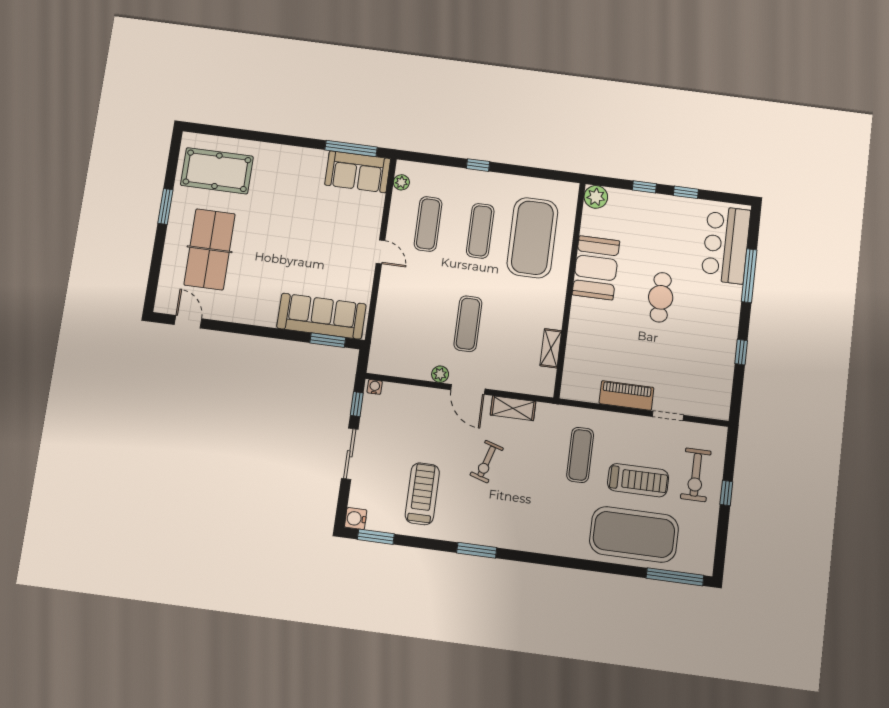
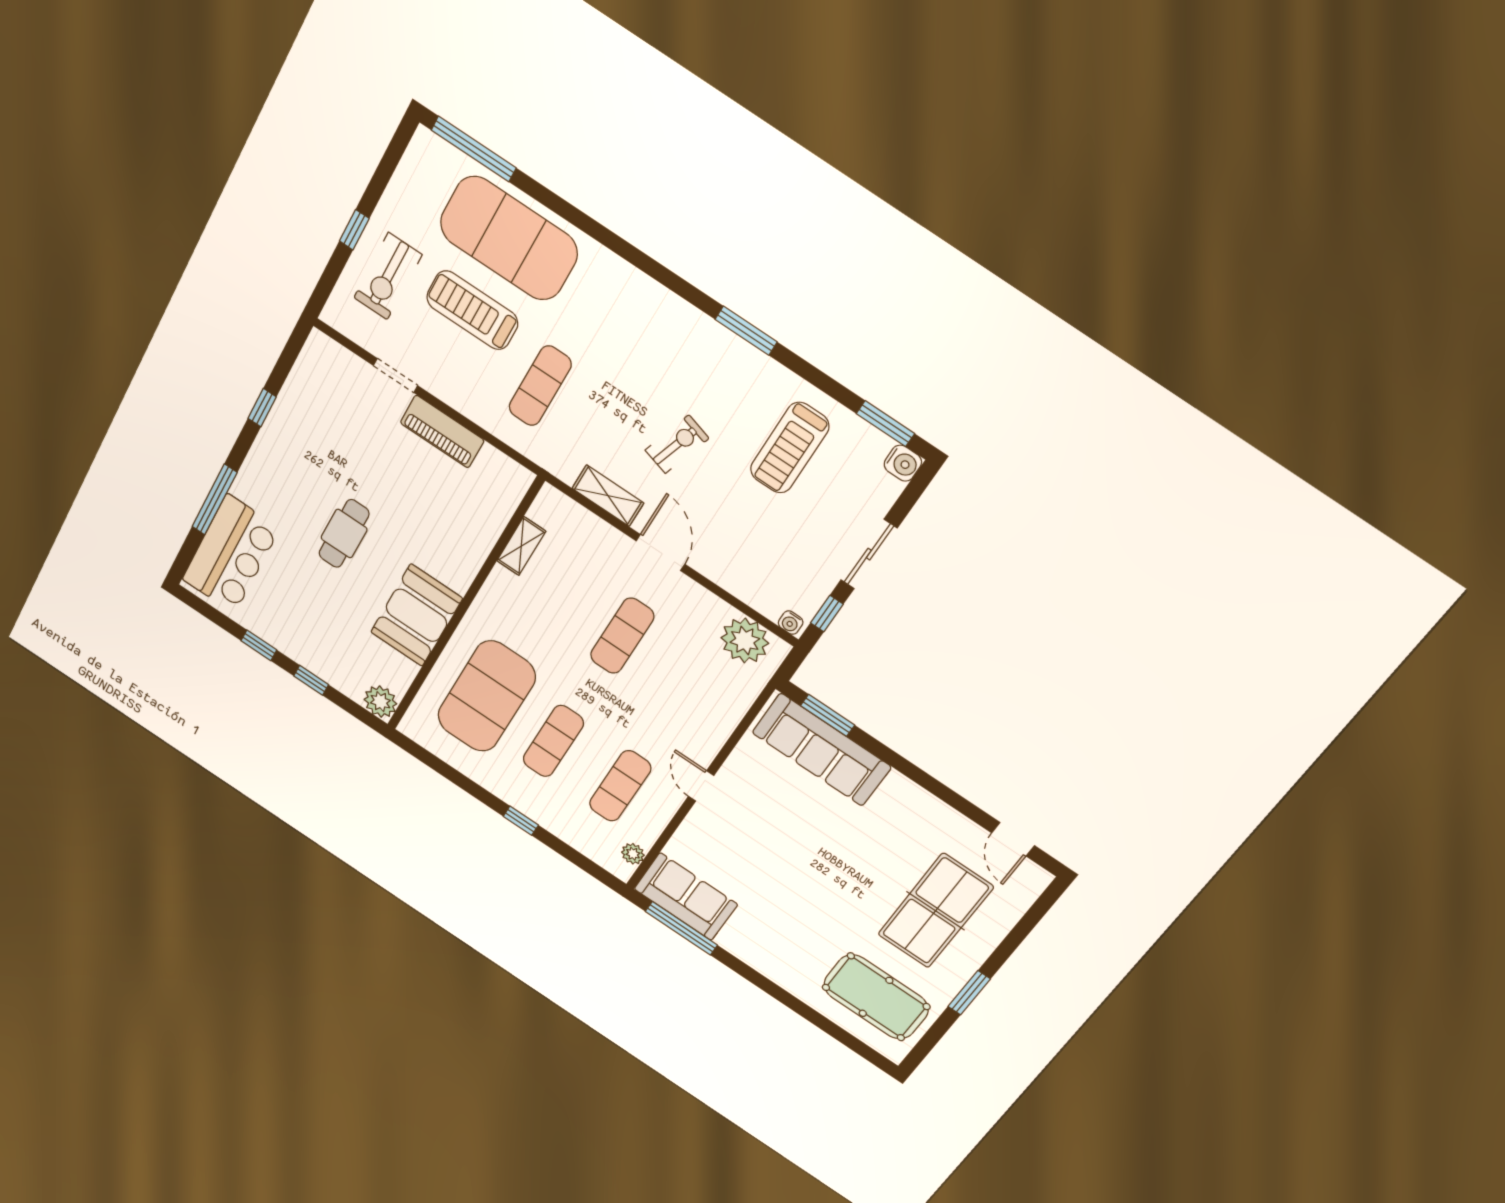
plant: (440, 374) -> (745, 641), moved, width x1.88, depth x1.88
exercise bike: (696, 475) -> (388, 276), turned 180

